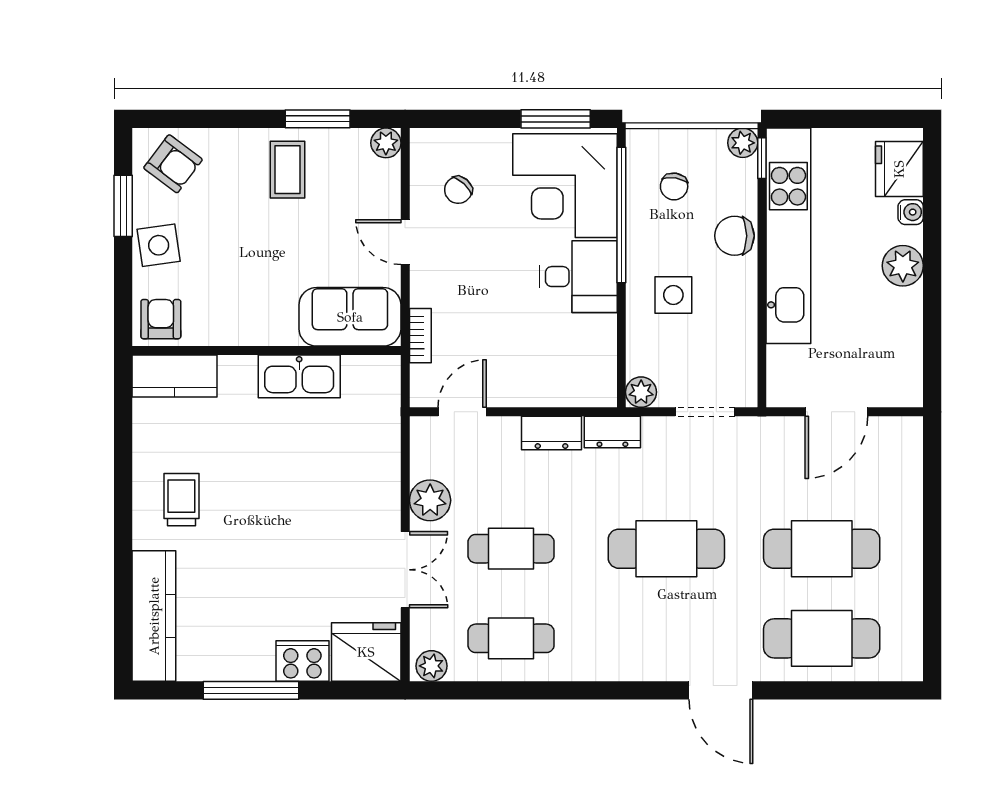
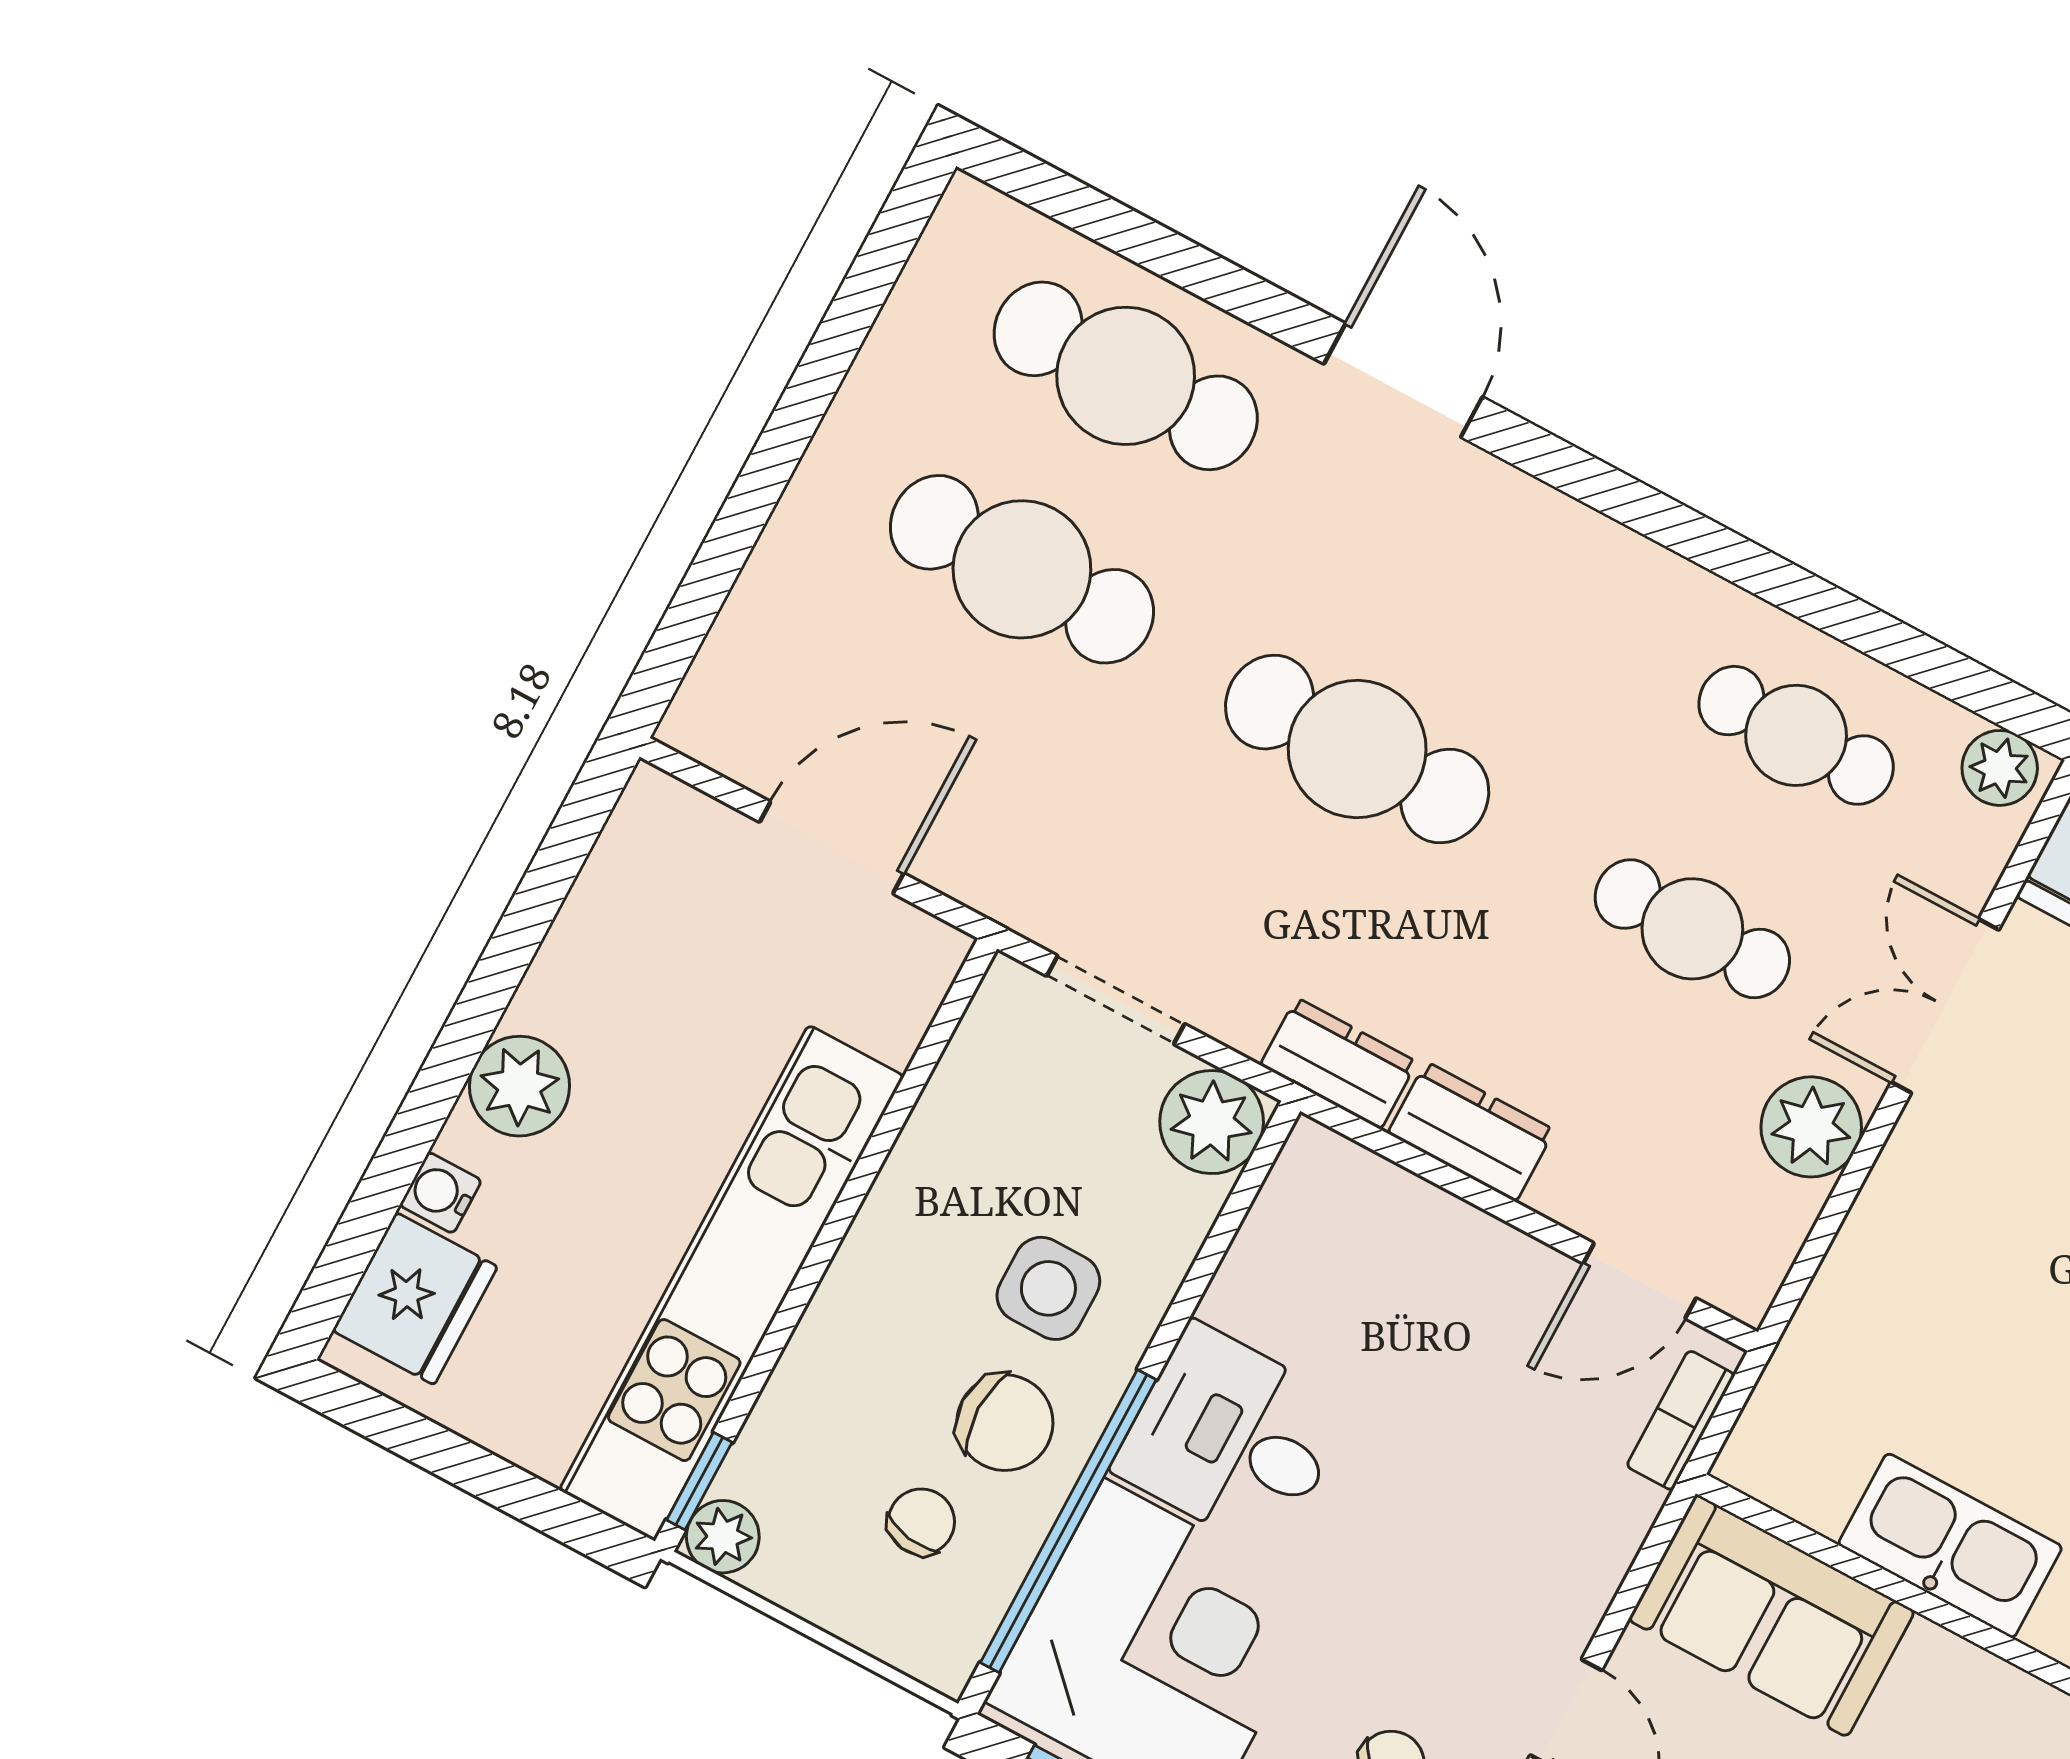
chair: (734, 236) -> (1005, 1423), moved
bookcase: (420, 336) -> (1681, 1420), moved
plant: (641, 392) -> (1212, 1122), width x1.38, depth x1.38

